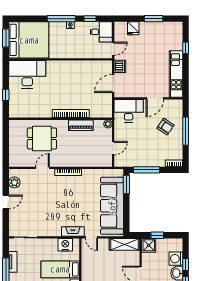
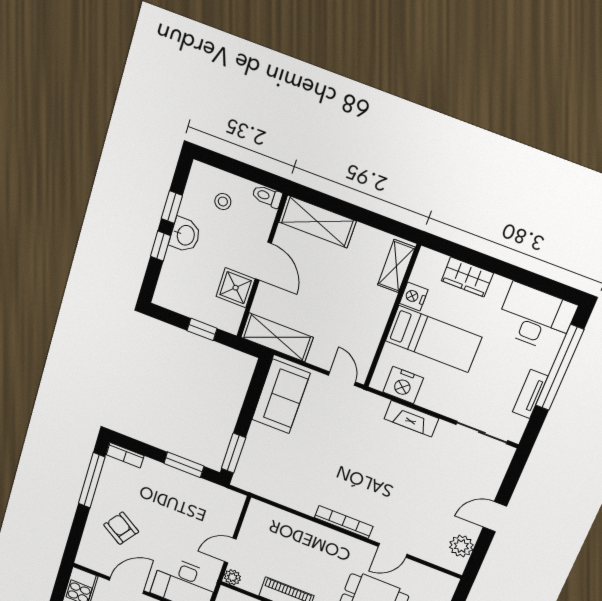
window: (186, 131) -> (92, 480), moved
door: (113, 148) -> (230, 550), moved
window: (146, 170) -> (184, 465), width x0.69
sofa: (112, 206) -> (281, 396), width x0.54, depth x0.79
fireplace: (73, 231) -> (411, 419), moved
shower: (149, 245) -> (236, 288), moved
washing machine: (176, 259) -> (178, 266), removed

